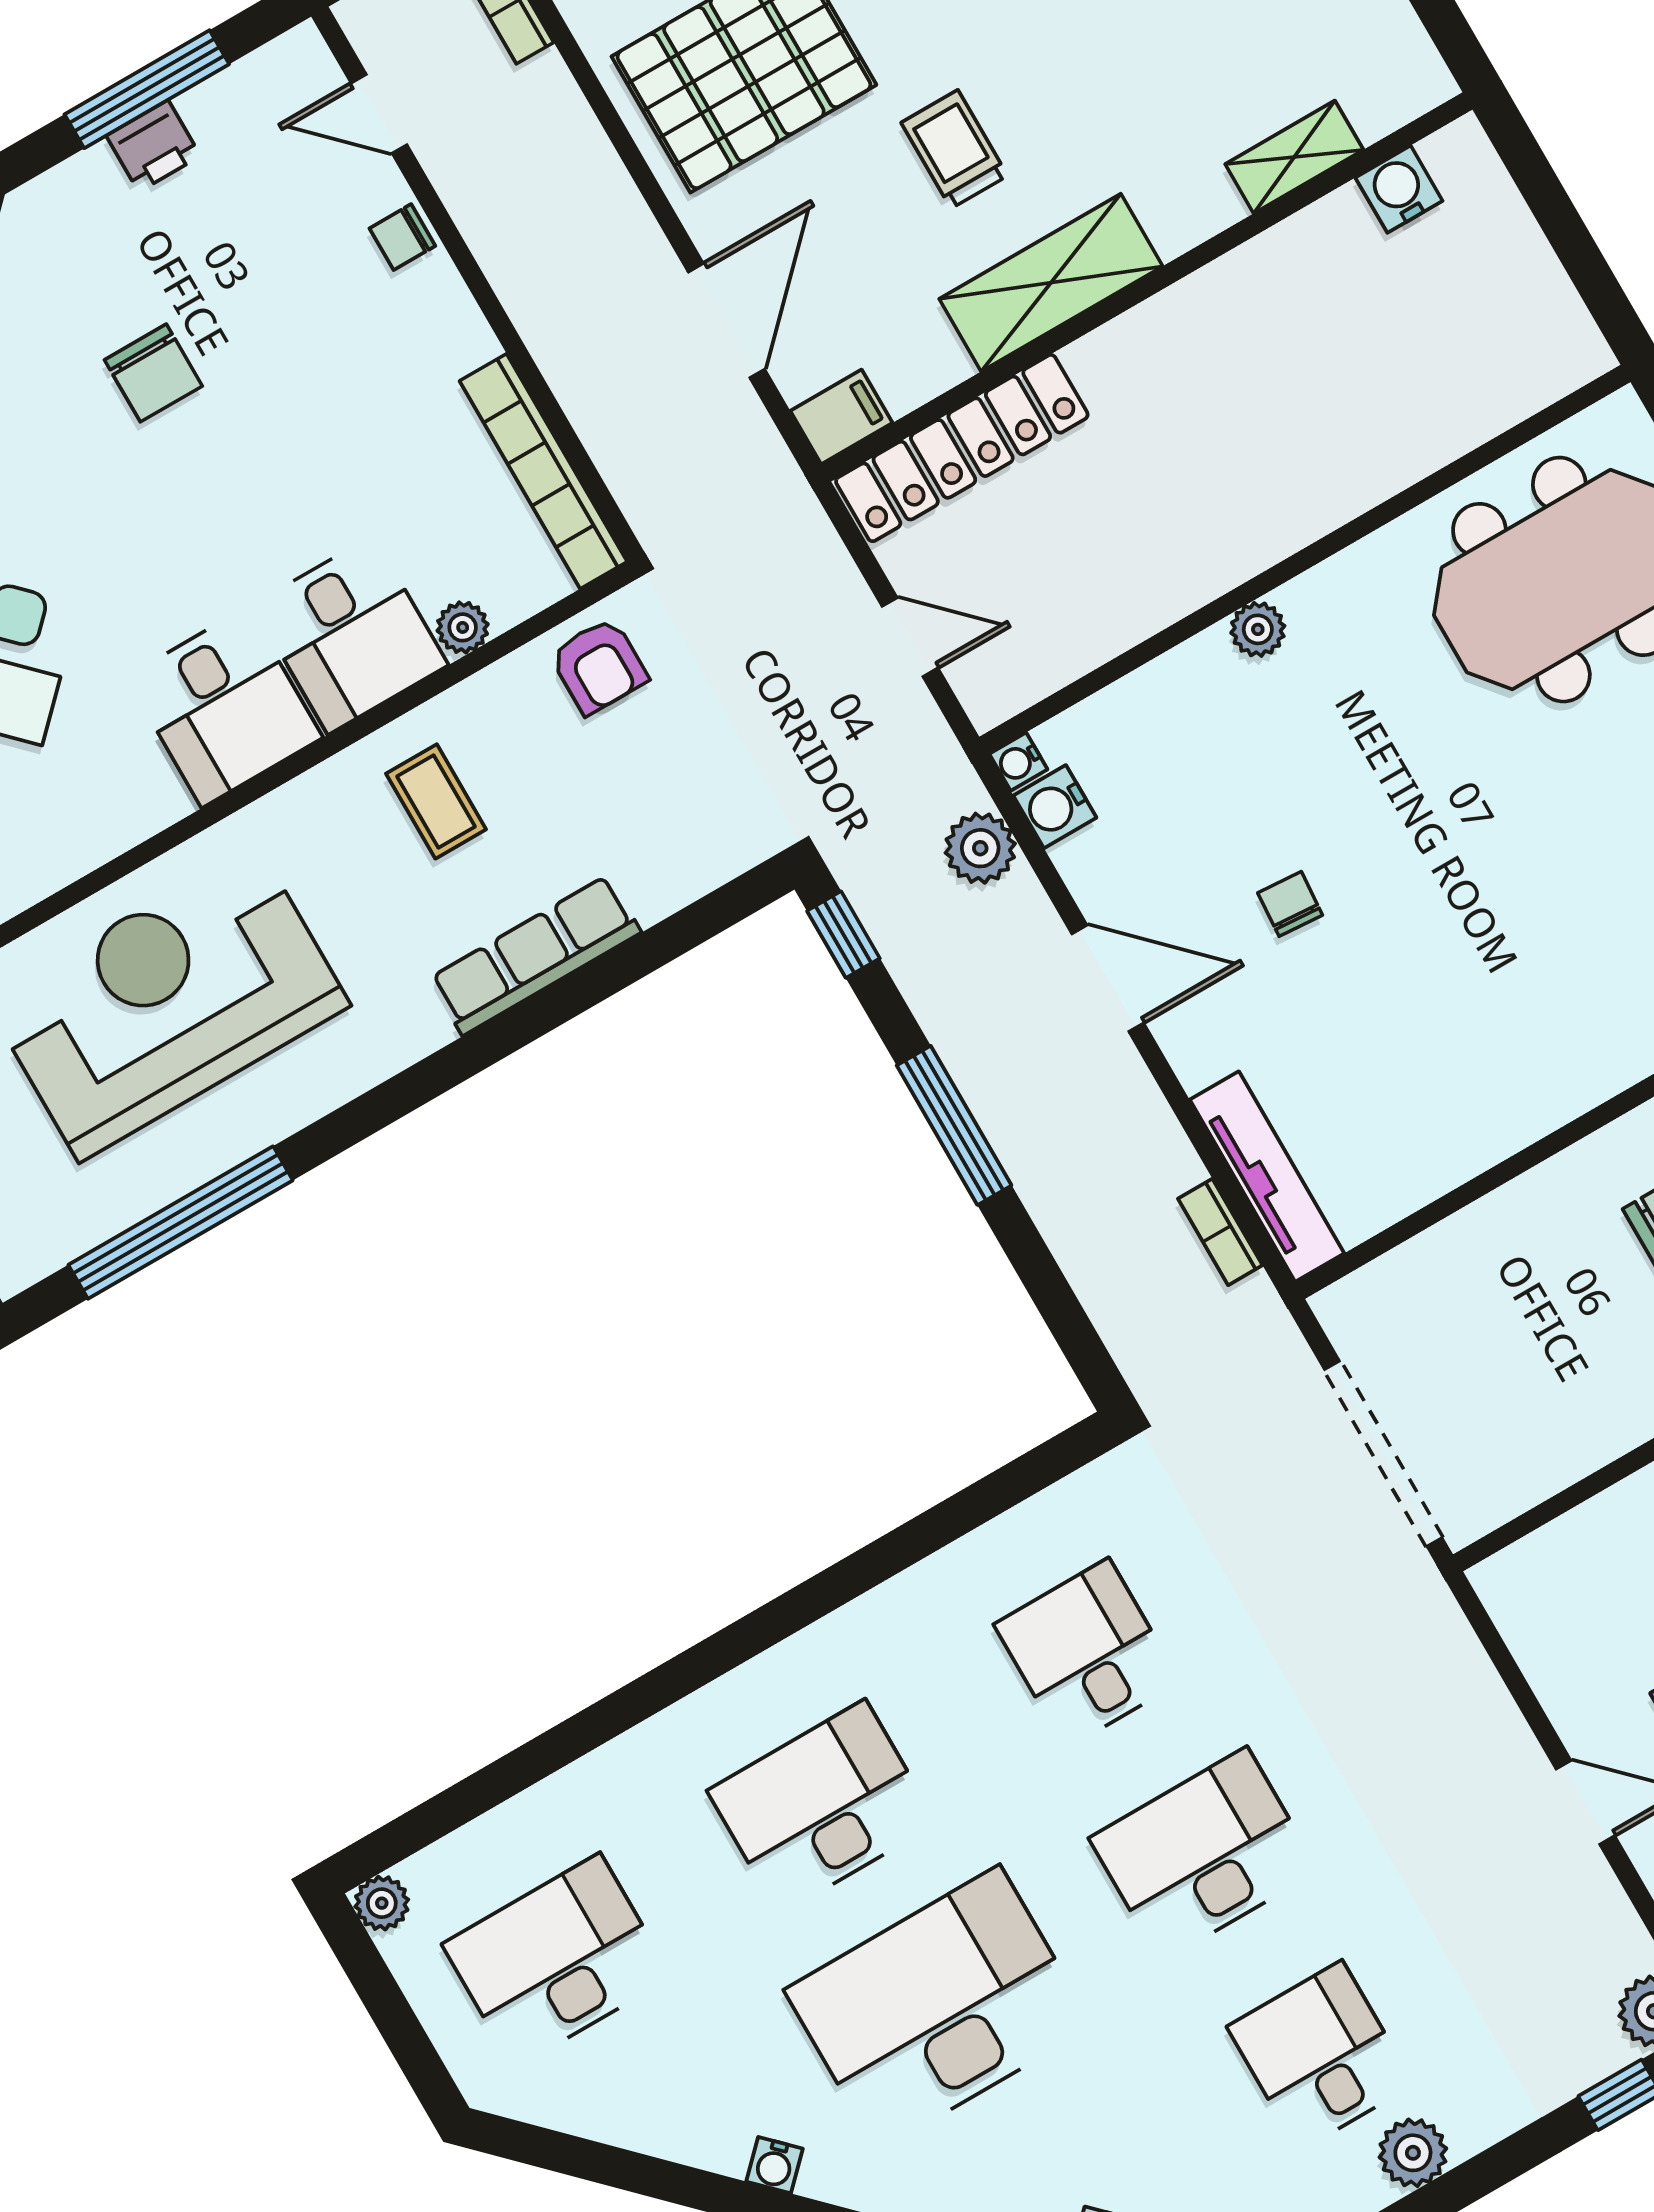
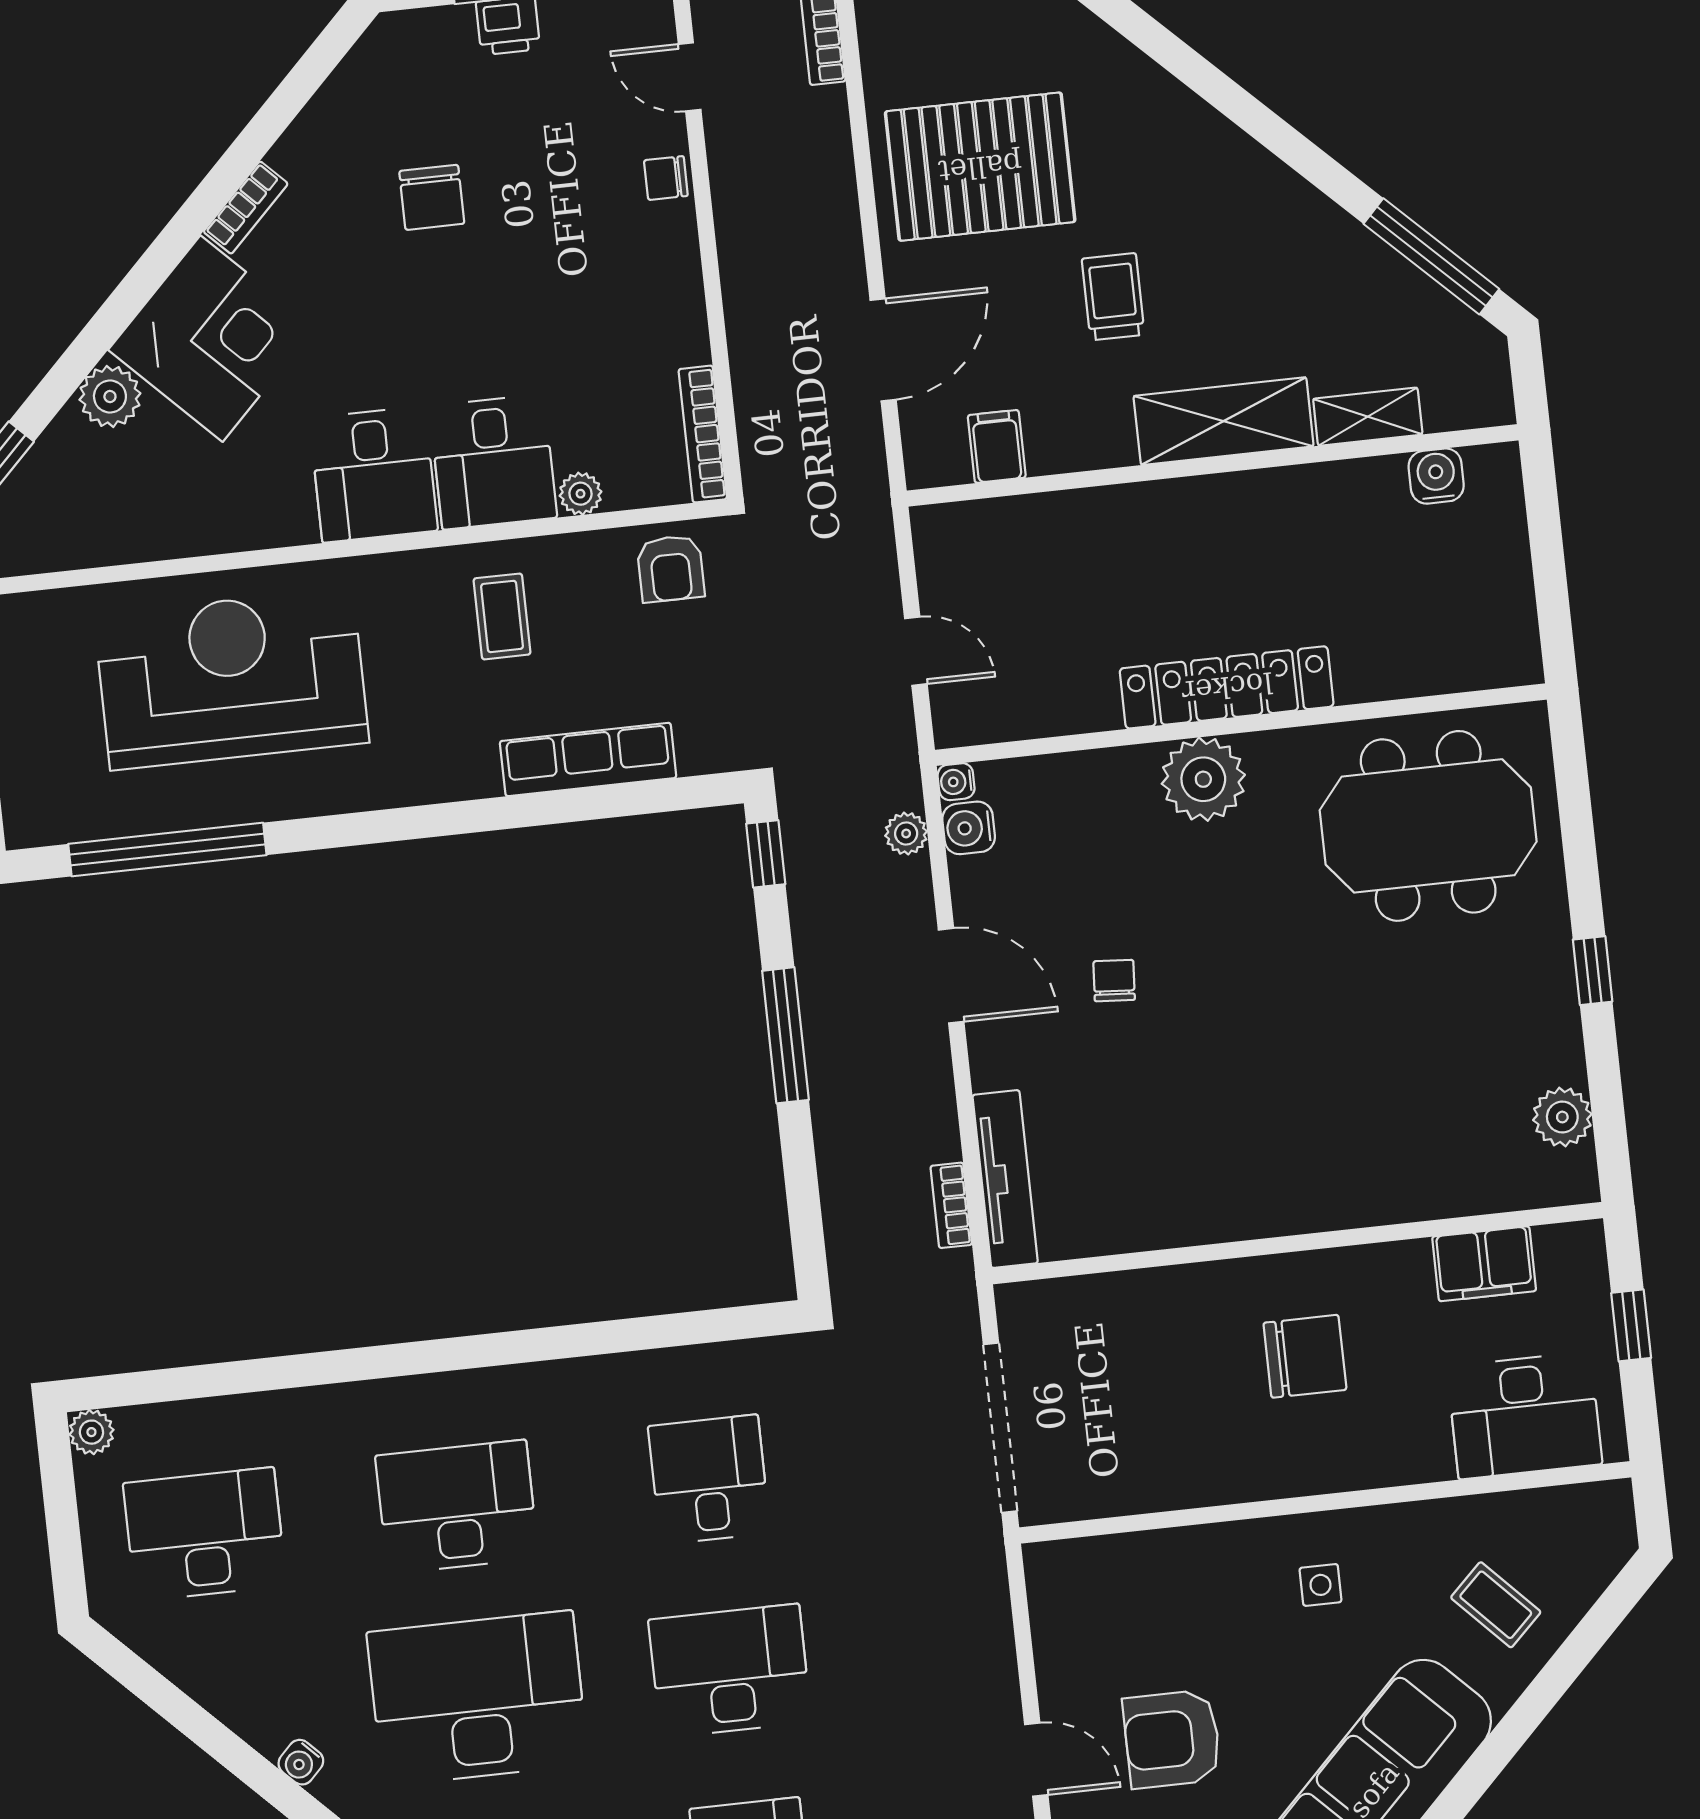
shelving: (1051, 283) -> (1224, 421), moved
filing cabinet: (841, 417) -> (997, 446), moved, turned -90
locker: (962, 448) -> (1227, 687), moved, turned 180
bookcase: (543, 471) -> (703, 434), width x0.68, depth x0.76
plant: (1258, 629) -> (1203, 779), width x1.87, depth x1.87
plant: (980, 848) -> (906, 834), width x0.73, depth x0.73
row of seats: (535, 955) -> (588, 759), moved

